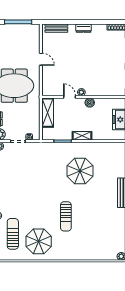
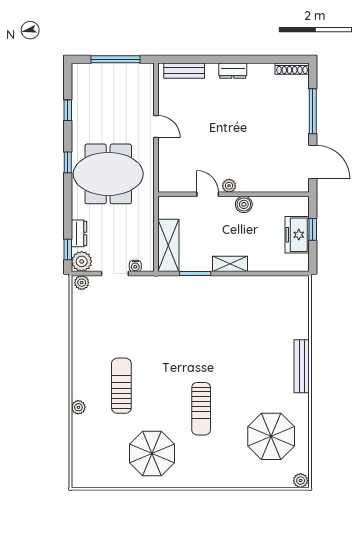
shelving: (48, 113) -> (168, 245), moved
parasol: (80, 171) -> (271, 436), moved
sun lounger: (13, 234) -> (121, 386), moved

